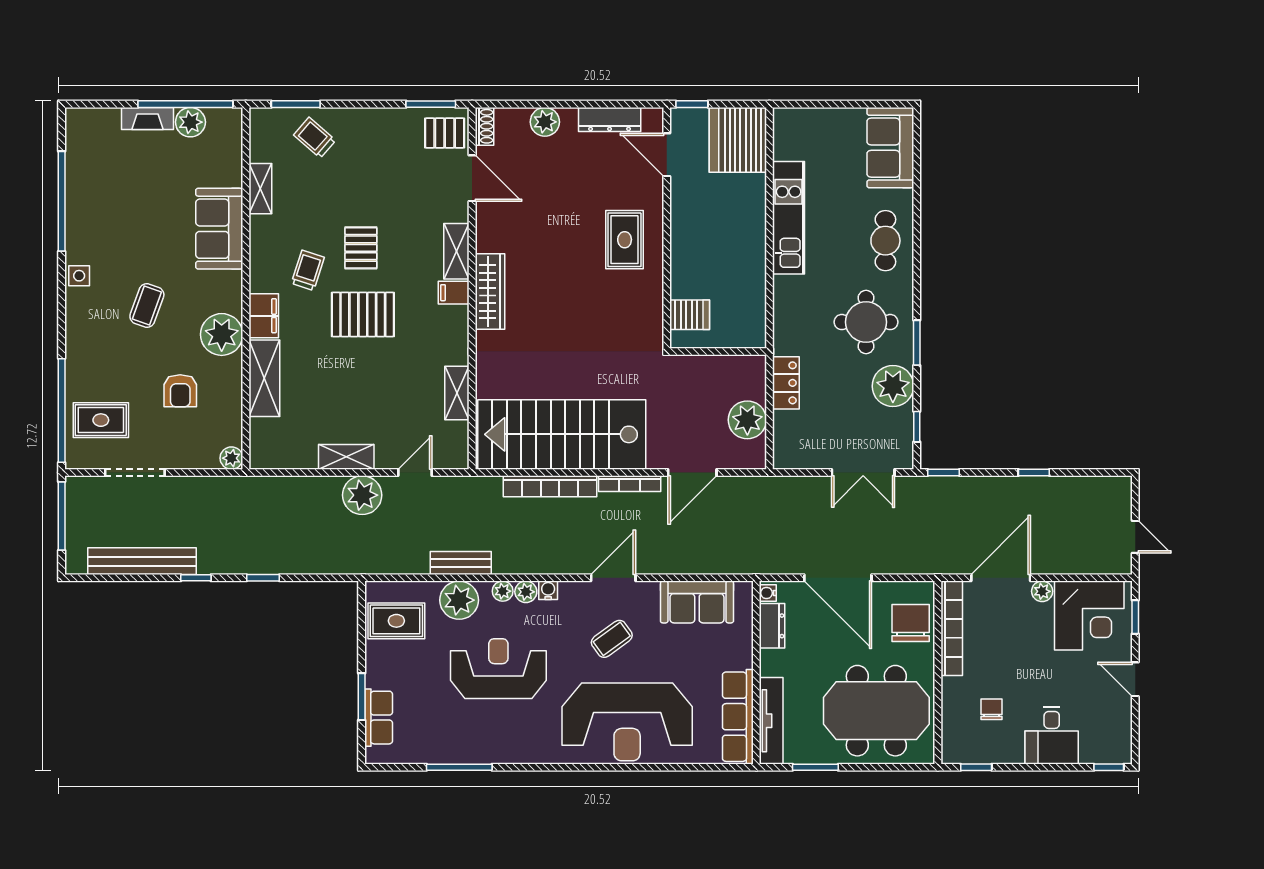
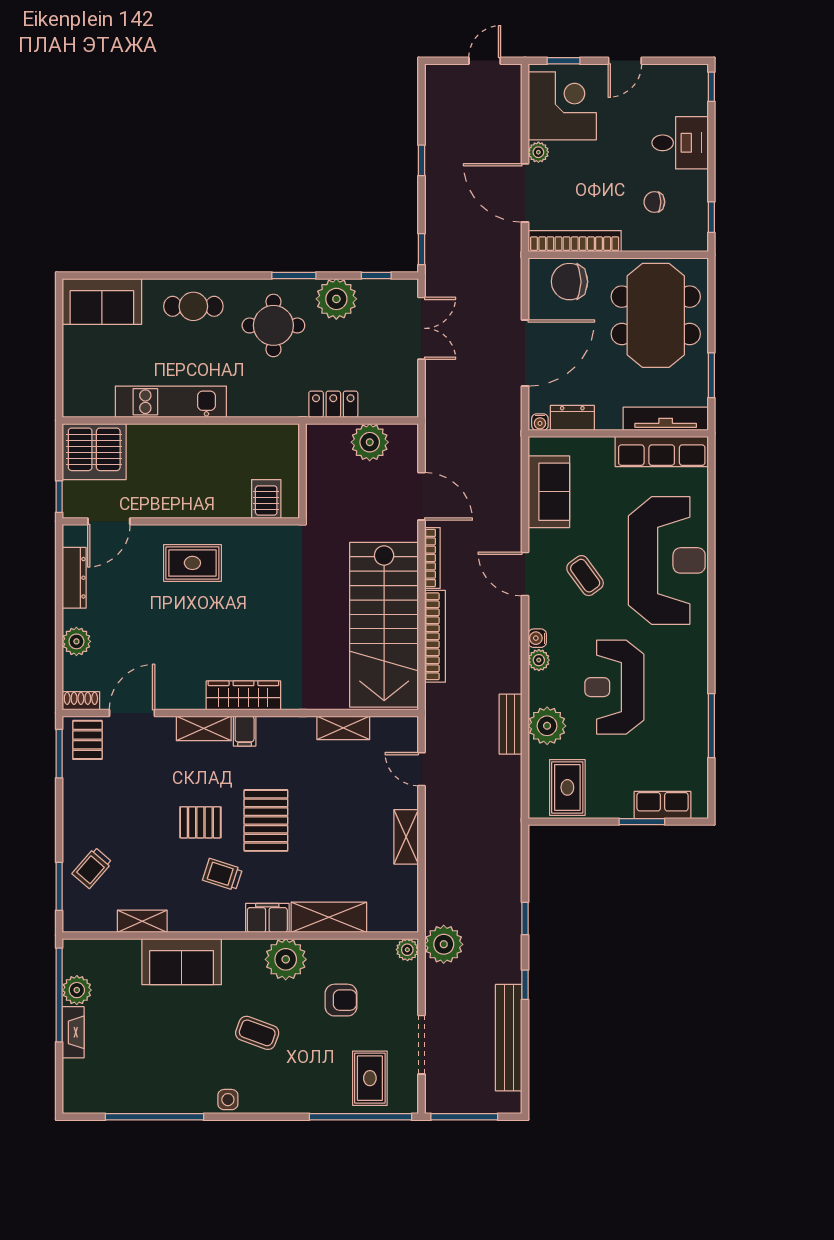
plant: (362, 495) -> (444, 944), moved
plant: (503, 591) -> (538, 683), removed

